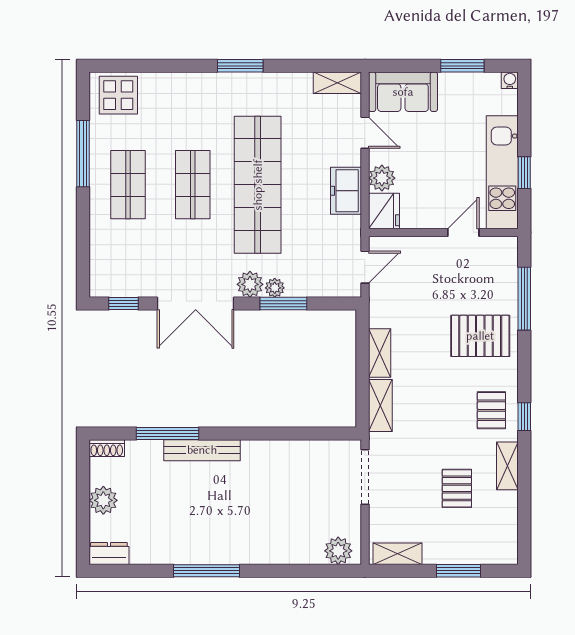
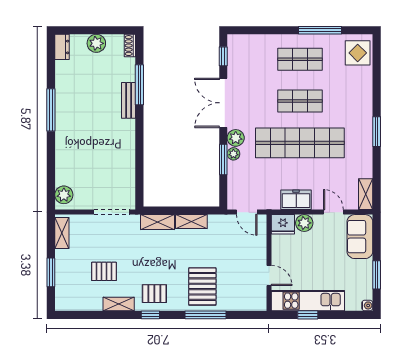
door: (365, 133) -> (333, 212), swing flipped
window: (524, 299) -> (206, 315), moved
bench: (202, 450) -> (129, 100), width x0.73

